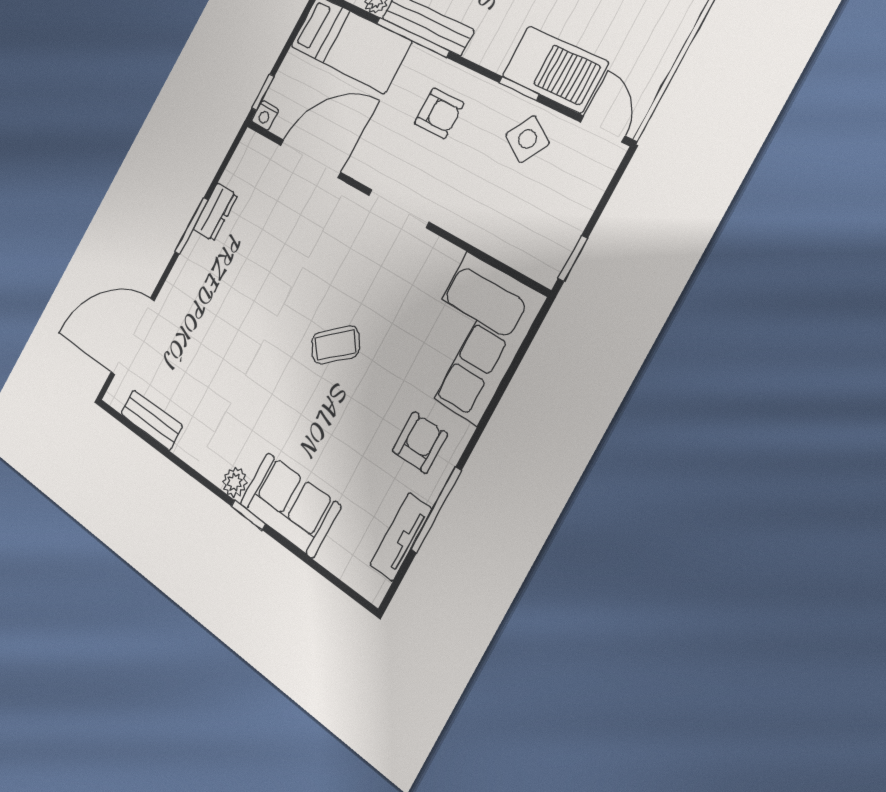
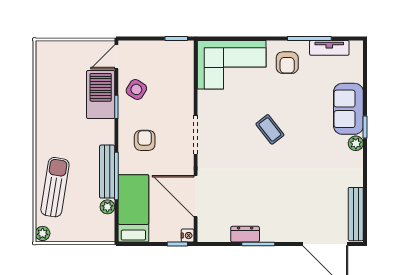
bench: (151, 420) -> (356, 214), width x1.36
armchair: (420, 443) -> (287, 63), turned -90

